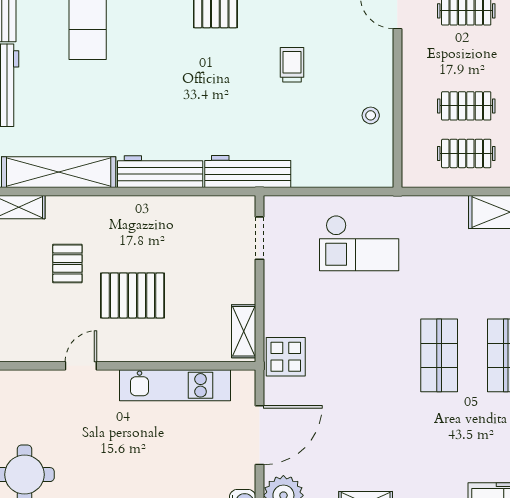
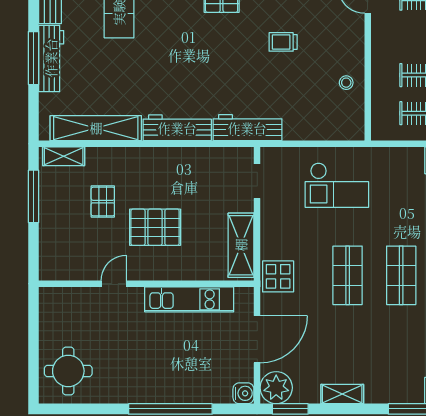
trolley: (292, 65) -> (283, 42), turned -90
shelving: (244, 331) -> (241, 245), width x1.50, depth x1.33
shop shelf: (372, 355) -> (348, 275), added

